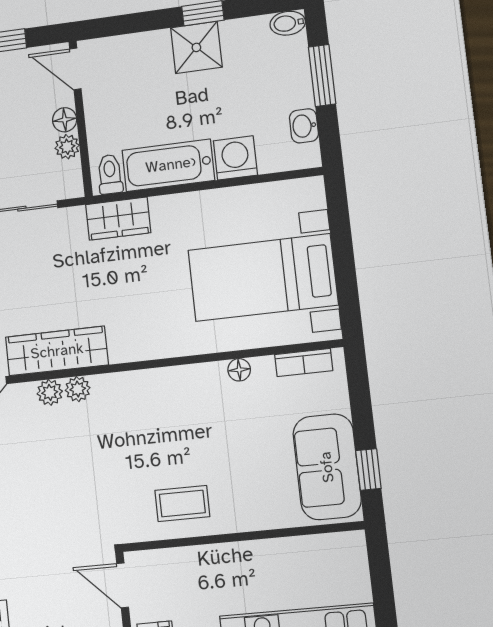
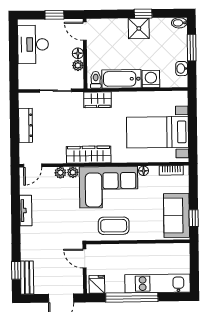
wardrobe: (57, 351) -> (89, 155), moved
corner sofa: (162, 415) -> (109, 187), added
coffee table: (182, 503) -> (114, 226), width x1.36, depth x1.30

